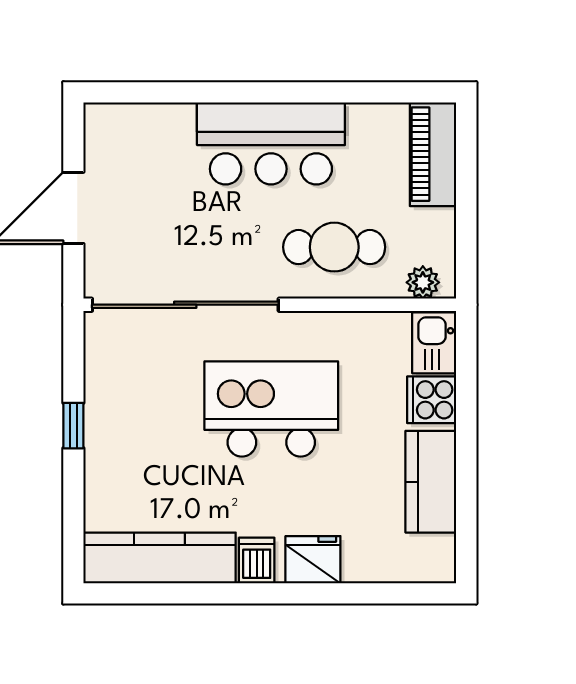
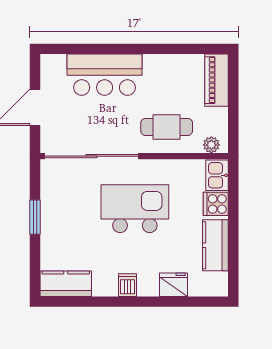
bar counter: (271, 143) -> (105, 75), moved
window: (73, 426) -> (35, 217), width x1.50
kitchen counter: (160, 558) -> (66, 284), width x0.67
fridge: (313, 560) -> (173, 285), moved

